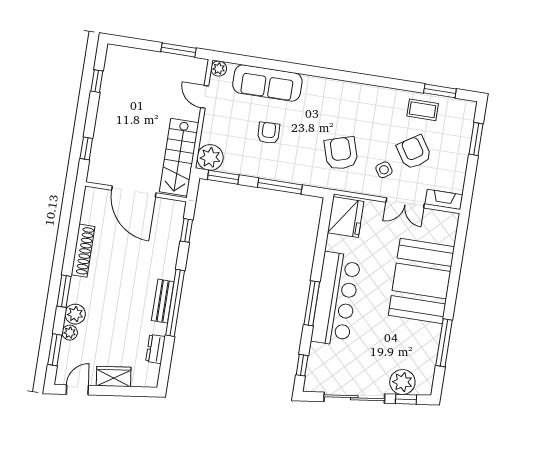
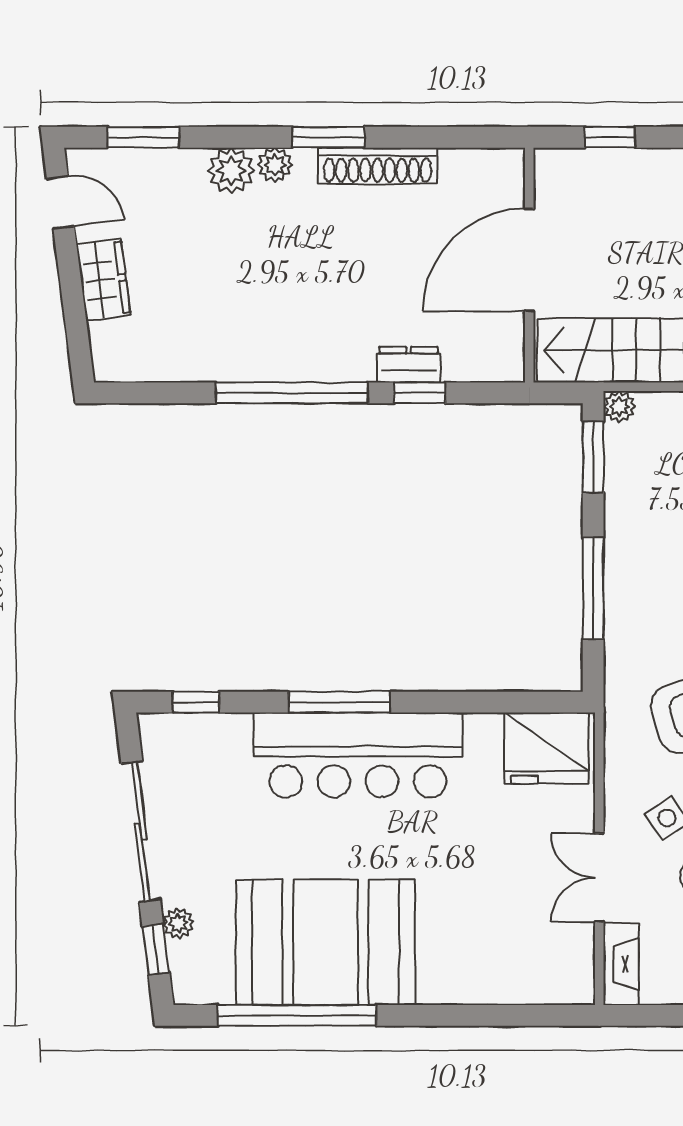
plant: (210, 157) -> (619, 407), width x0.53, depth x0.53
window: (186, 230) -> (420, 393), moved
booth: (421, 281) -> (326, 942), moved
window: (64, 291) -> (328, 137), moved
bench: (163, 301) -> (292, 364), removed
plant: (70, 333) -> (275, 165), moved
window: (444, 343) -> (297, 1015), width x1.46
dresser: (155, 349) -> (409, 365), moved
plant: (402, 382) -> (178, 923), width x0.53, depth x0.53

